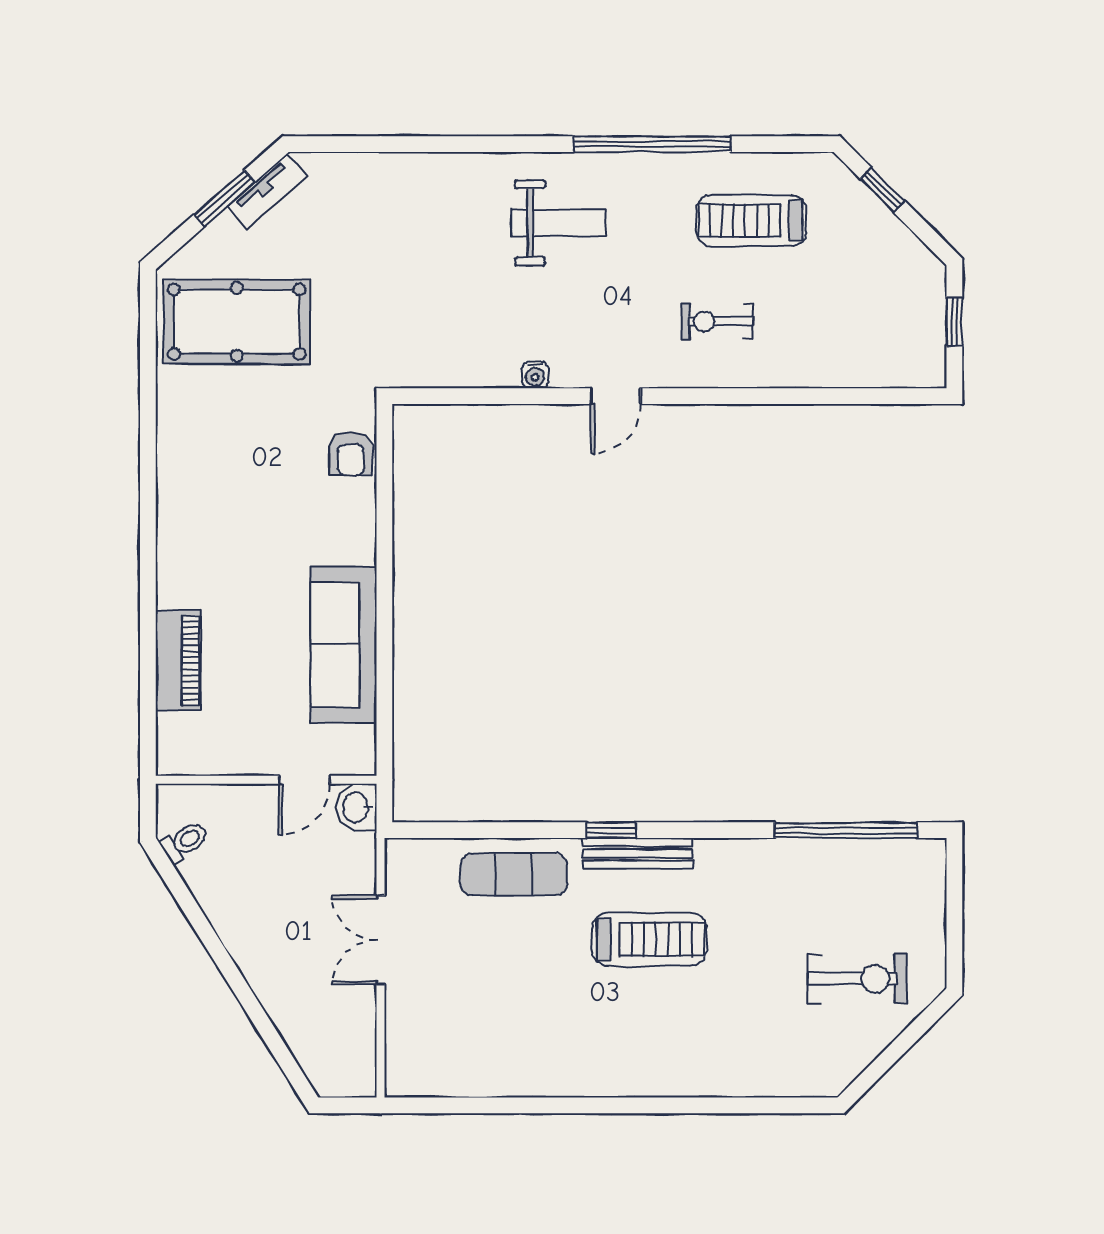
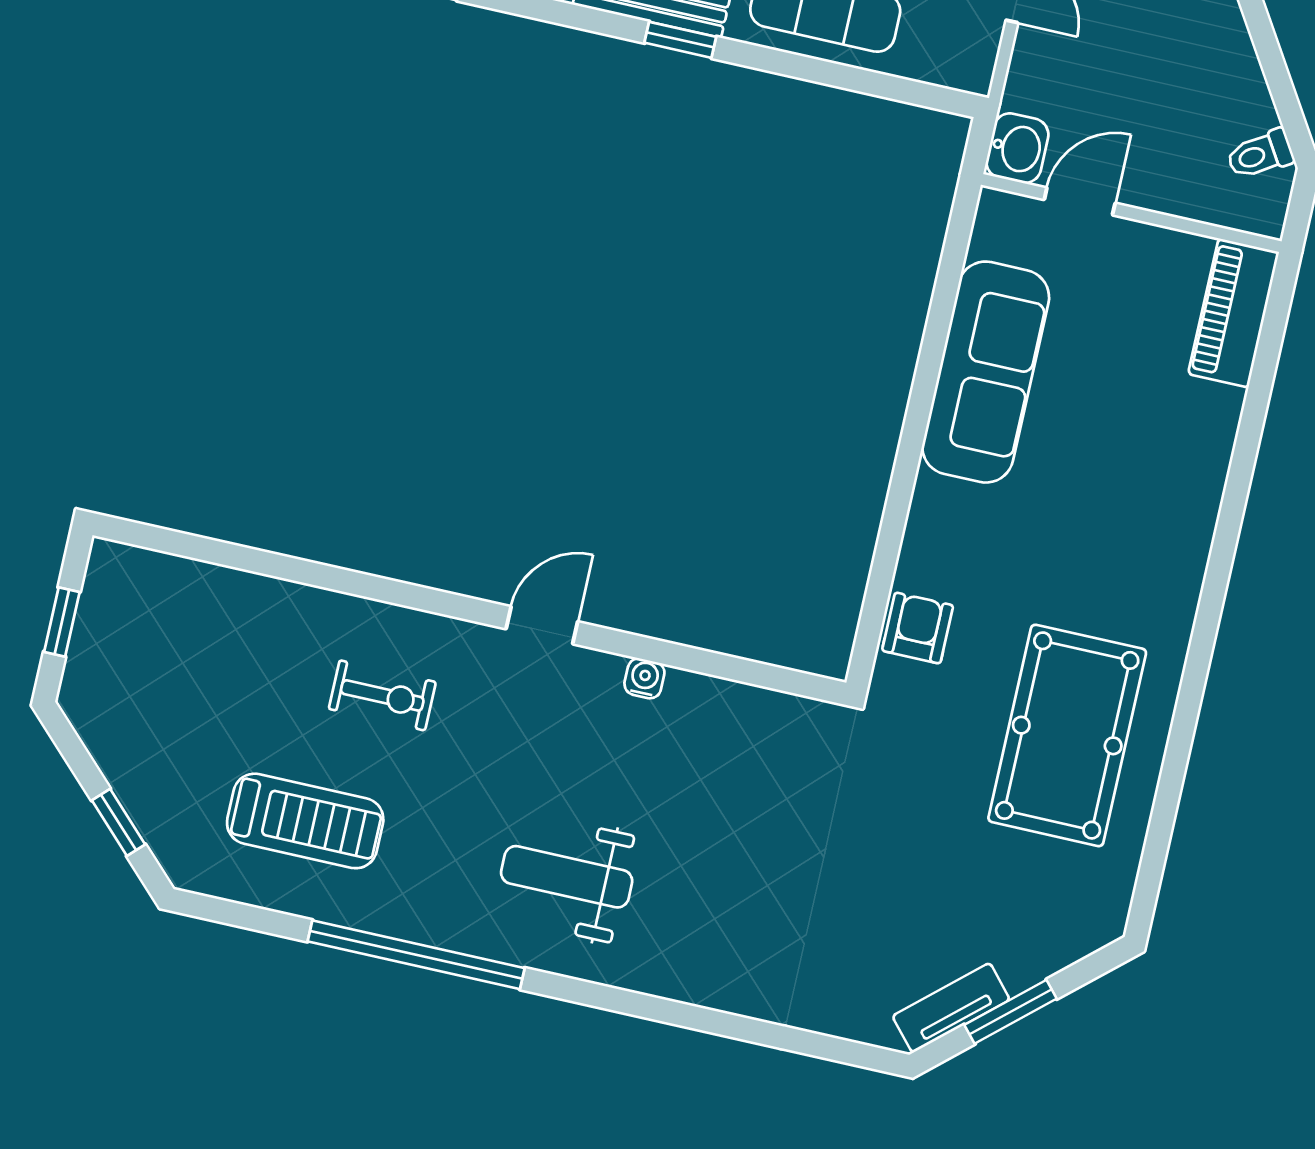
pool table: (237, 322) -> (1067, 735), moved, turned 90
piano: (178, 660) -> (1234, 313), moved

